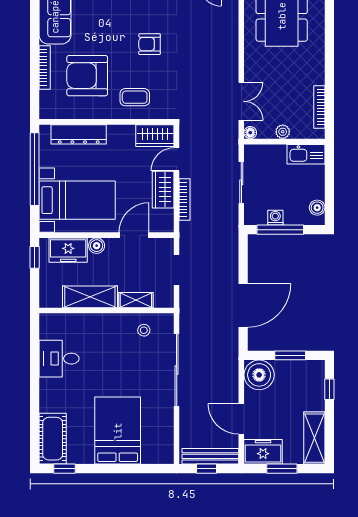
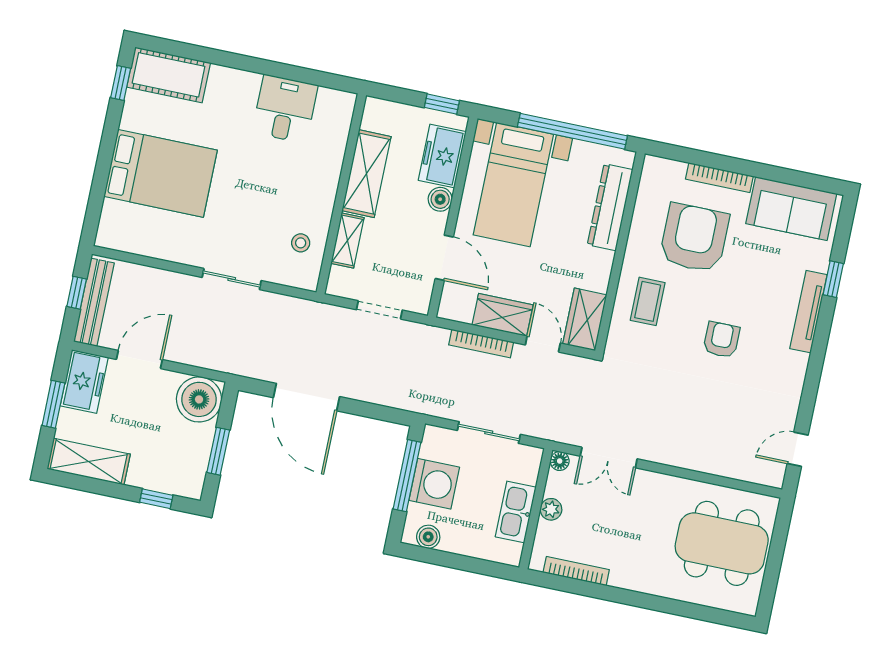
kitchen sink: (306, 154) -> (516, 512), moved
washing machine: (275, 218) -> (434, 484), width x1.89, depth x1.89
sliding door: (177, 370) -> (232, 279), width x0.54

